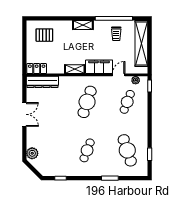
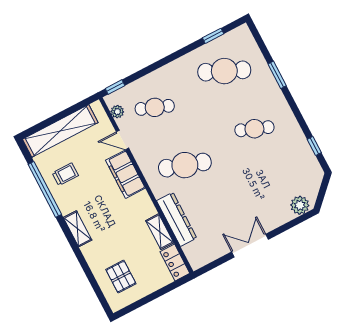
shelving: (75, 69) -> (160, 232), moved
dresser: (42, 82) -> (177, 219), moved
cafe table: (127, 150) -> (224, 71), turned 42

